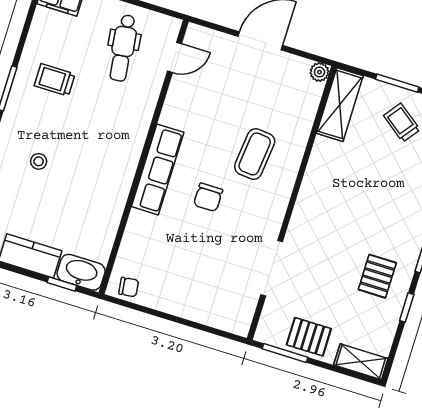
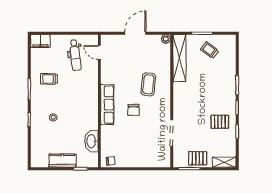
door: (175, 57) -> (99, 52), swing flipped
shelving: (340, 105) -> (179, 58), width x1.47
washbasin: (81, 272) -> (92, 141), moved, turned -90
pallet: (377, 276) -> (220, 122), turned 90

